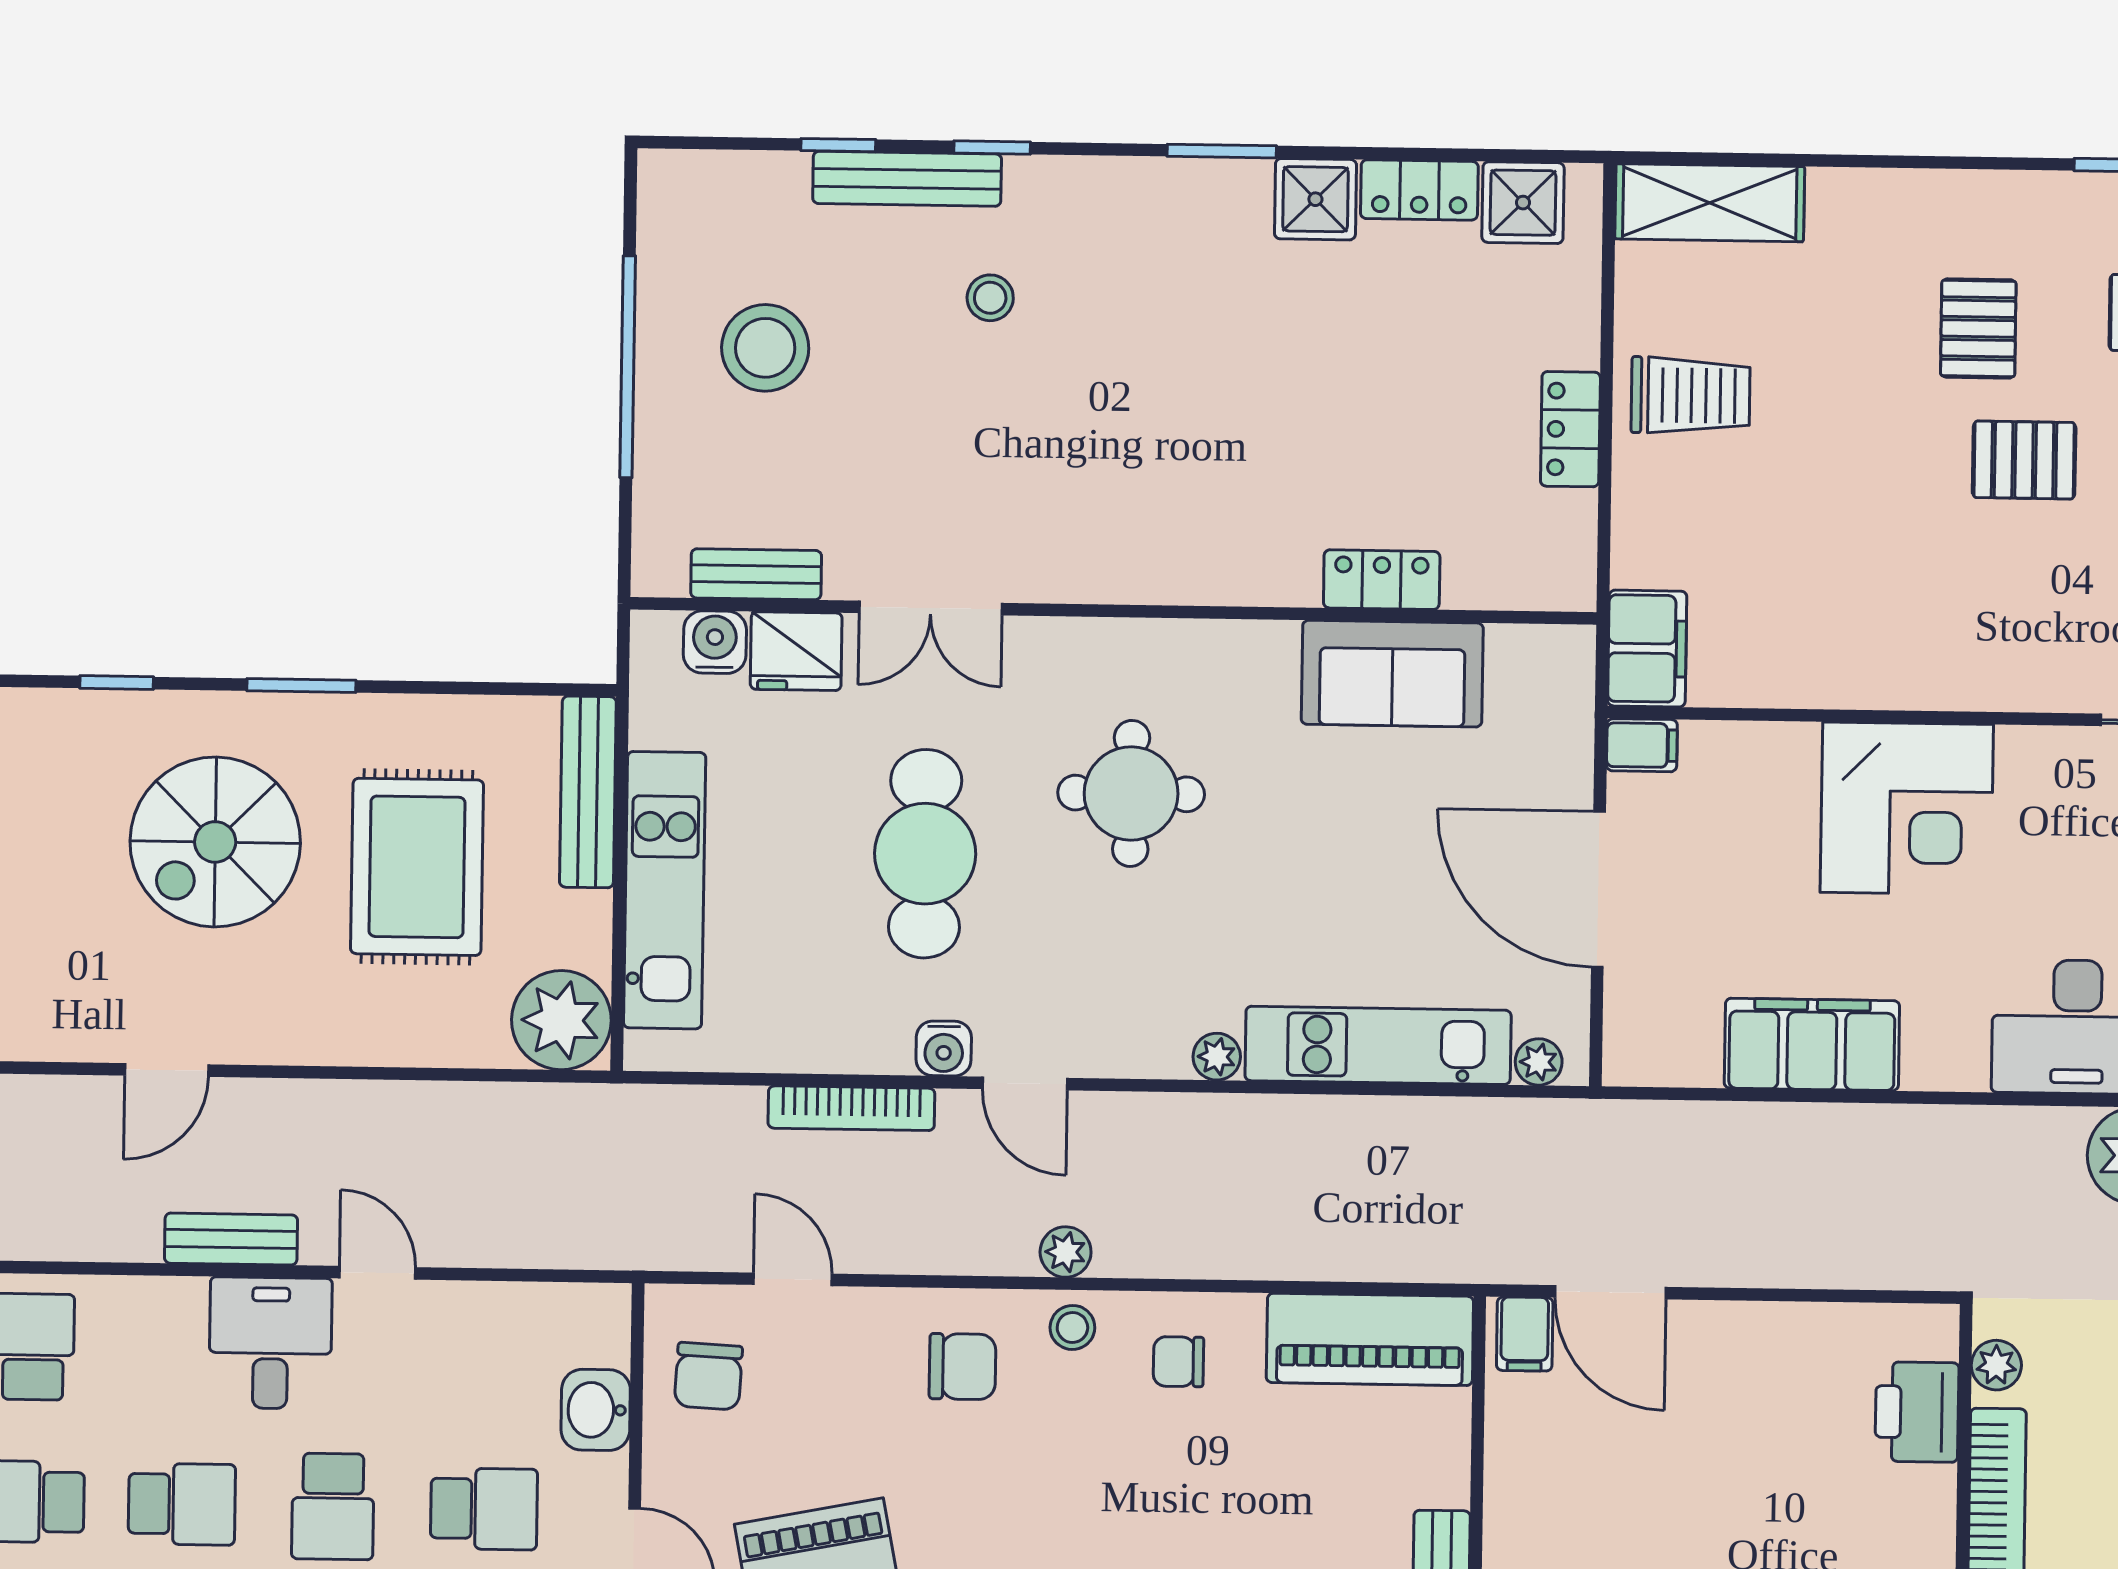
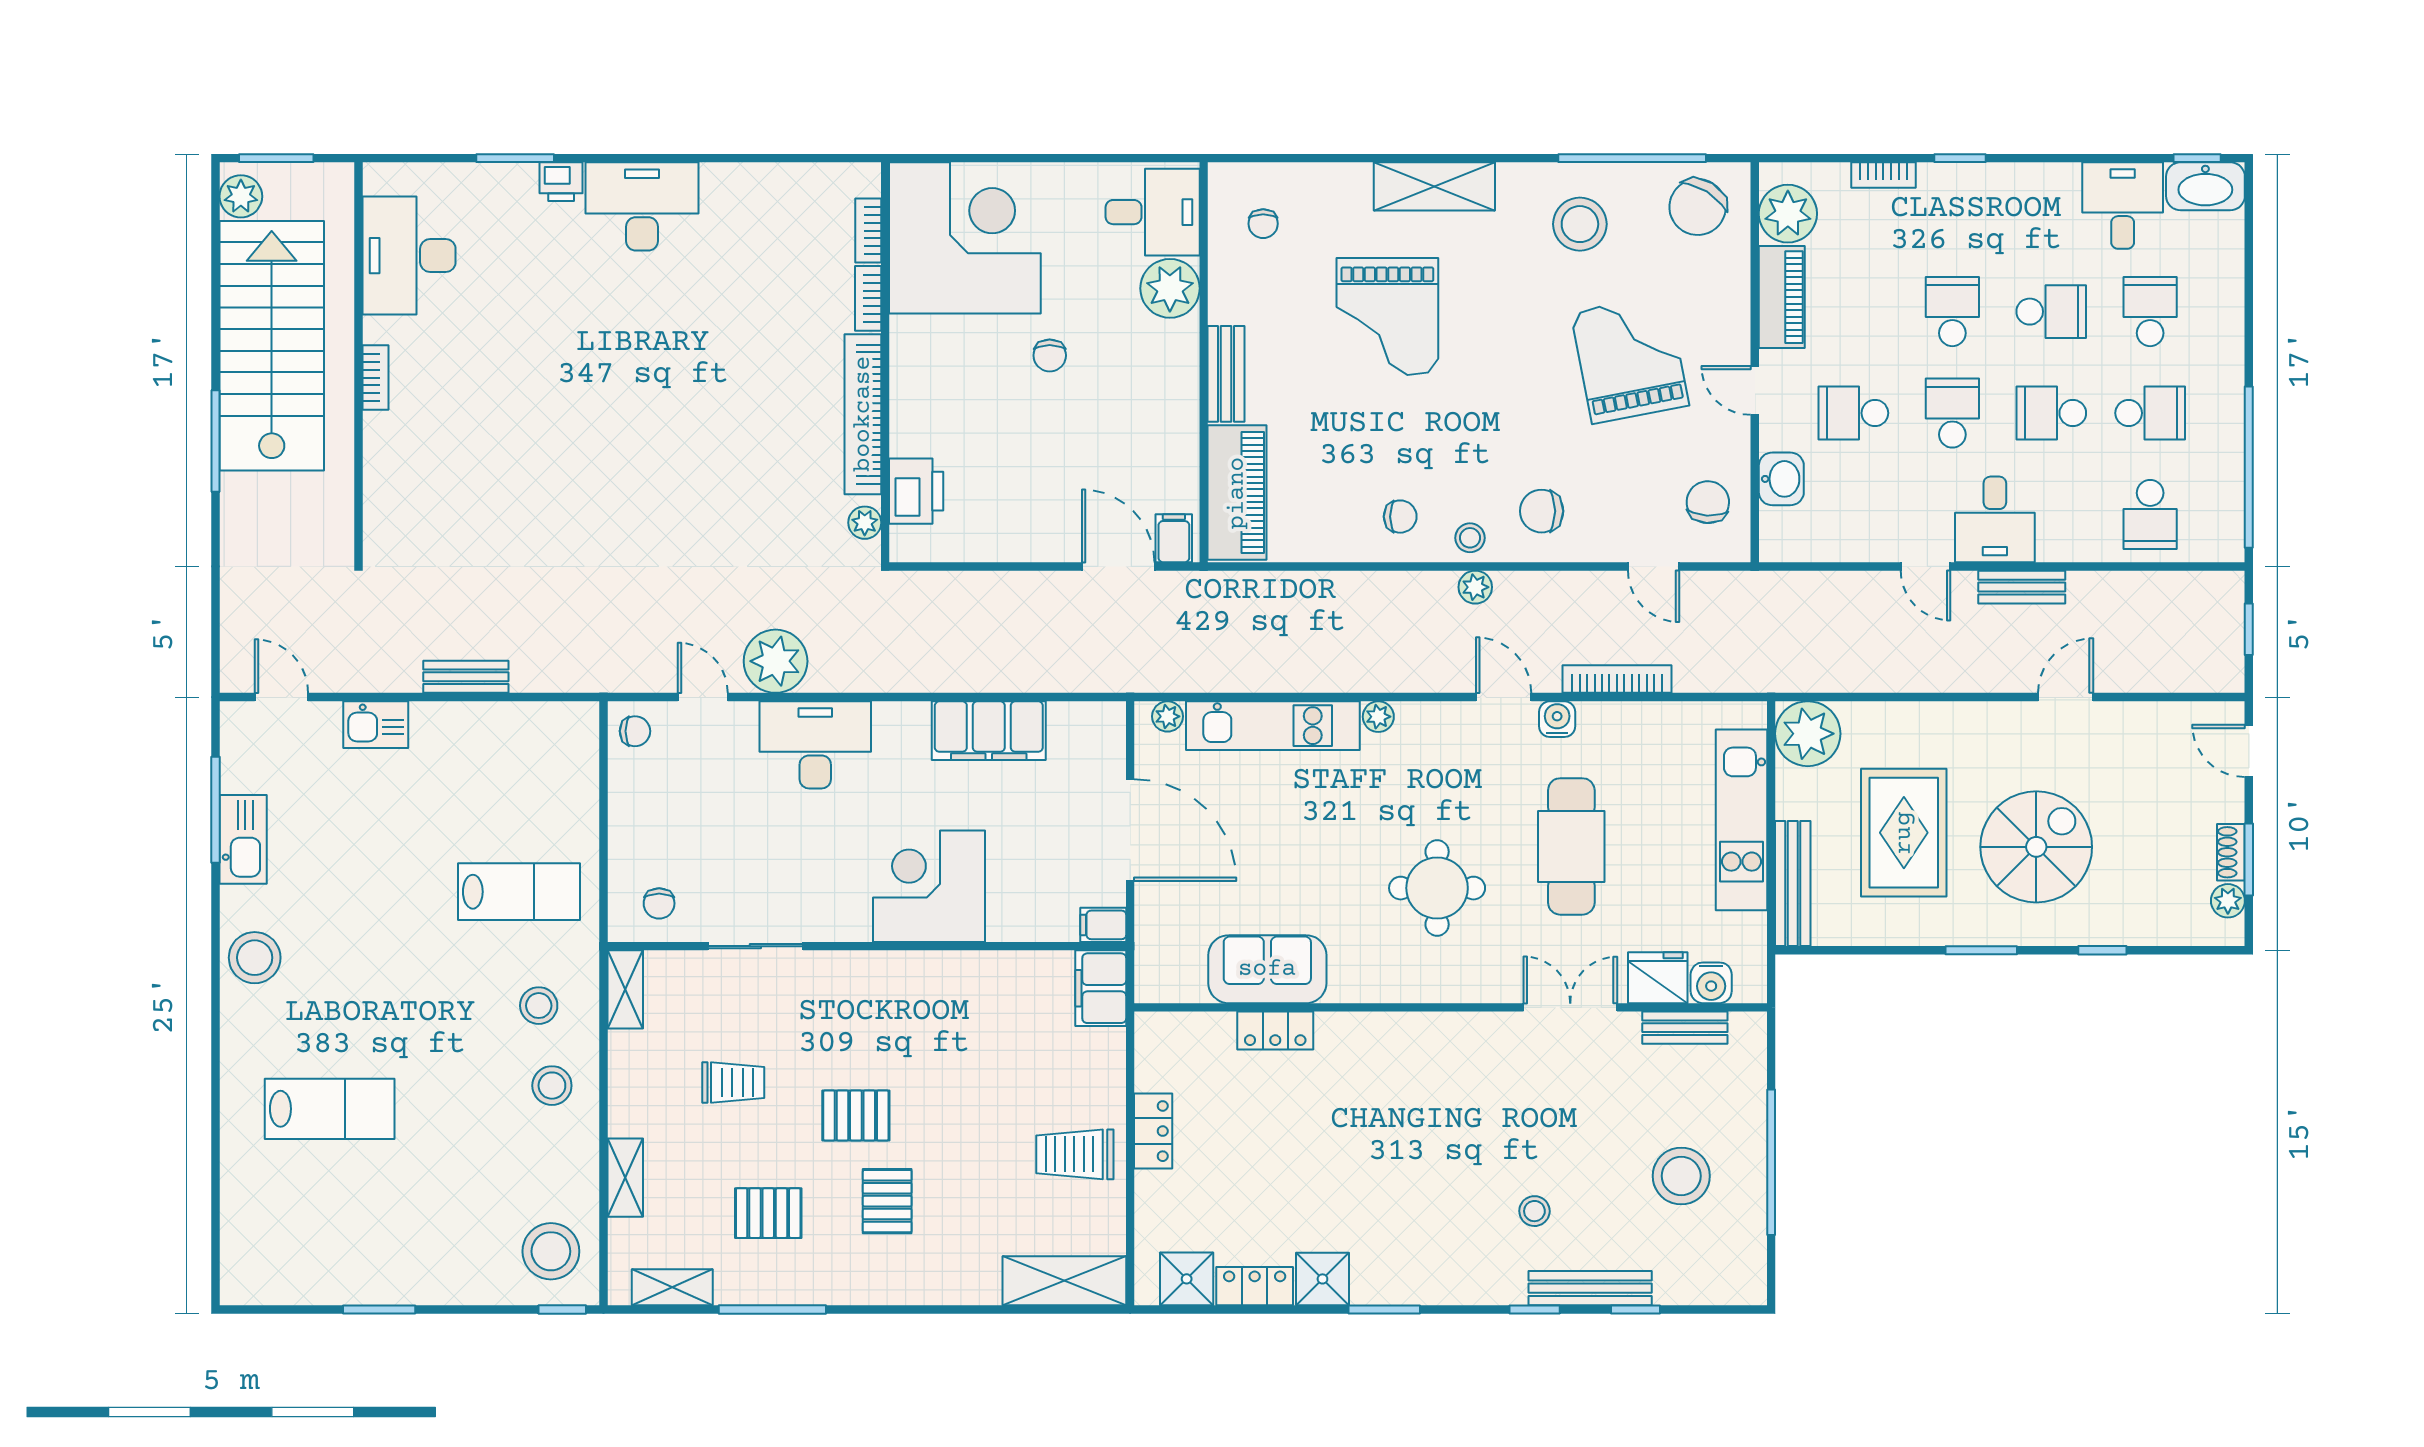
piano: (1370, 1339) -> (1237, 493), moved, turned 90

